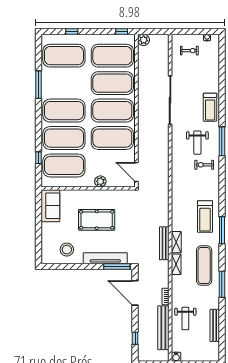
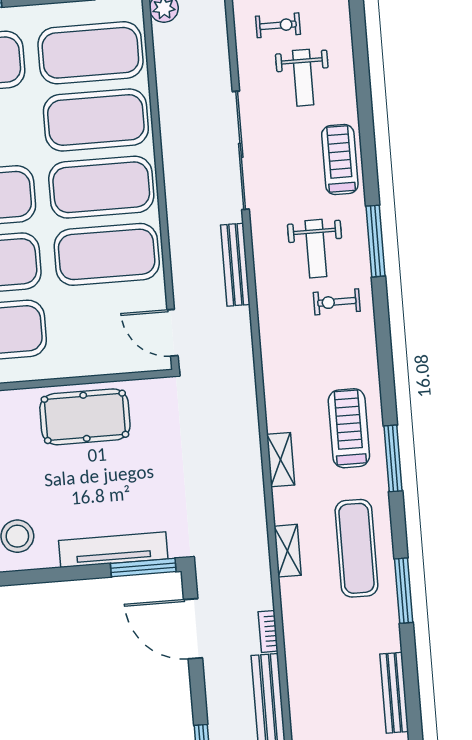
treadmill: (210, 107) -> (340, 160), turned 180
plant: (100, 181) -> (86, 363), removed
treadmill: (205, 217) -> (349, 428), turned 180
pool table: (97, 220) -> (85, 417), moved
shelving: (176, 242) -> (281, 460), moved
bench: (164, 243) -> (235, 265), moved
weight bench: (185, 319) -> (303, 78), moved

